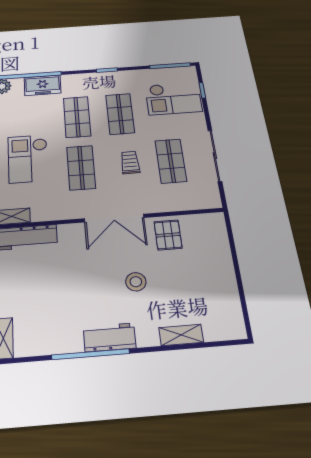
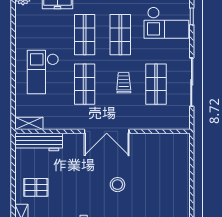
pallet: (168, 235) -> (36, 187), moved, turned 90

